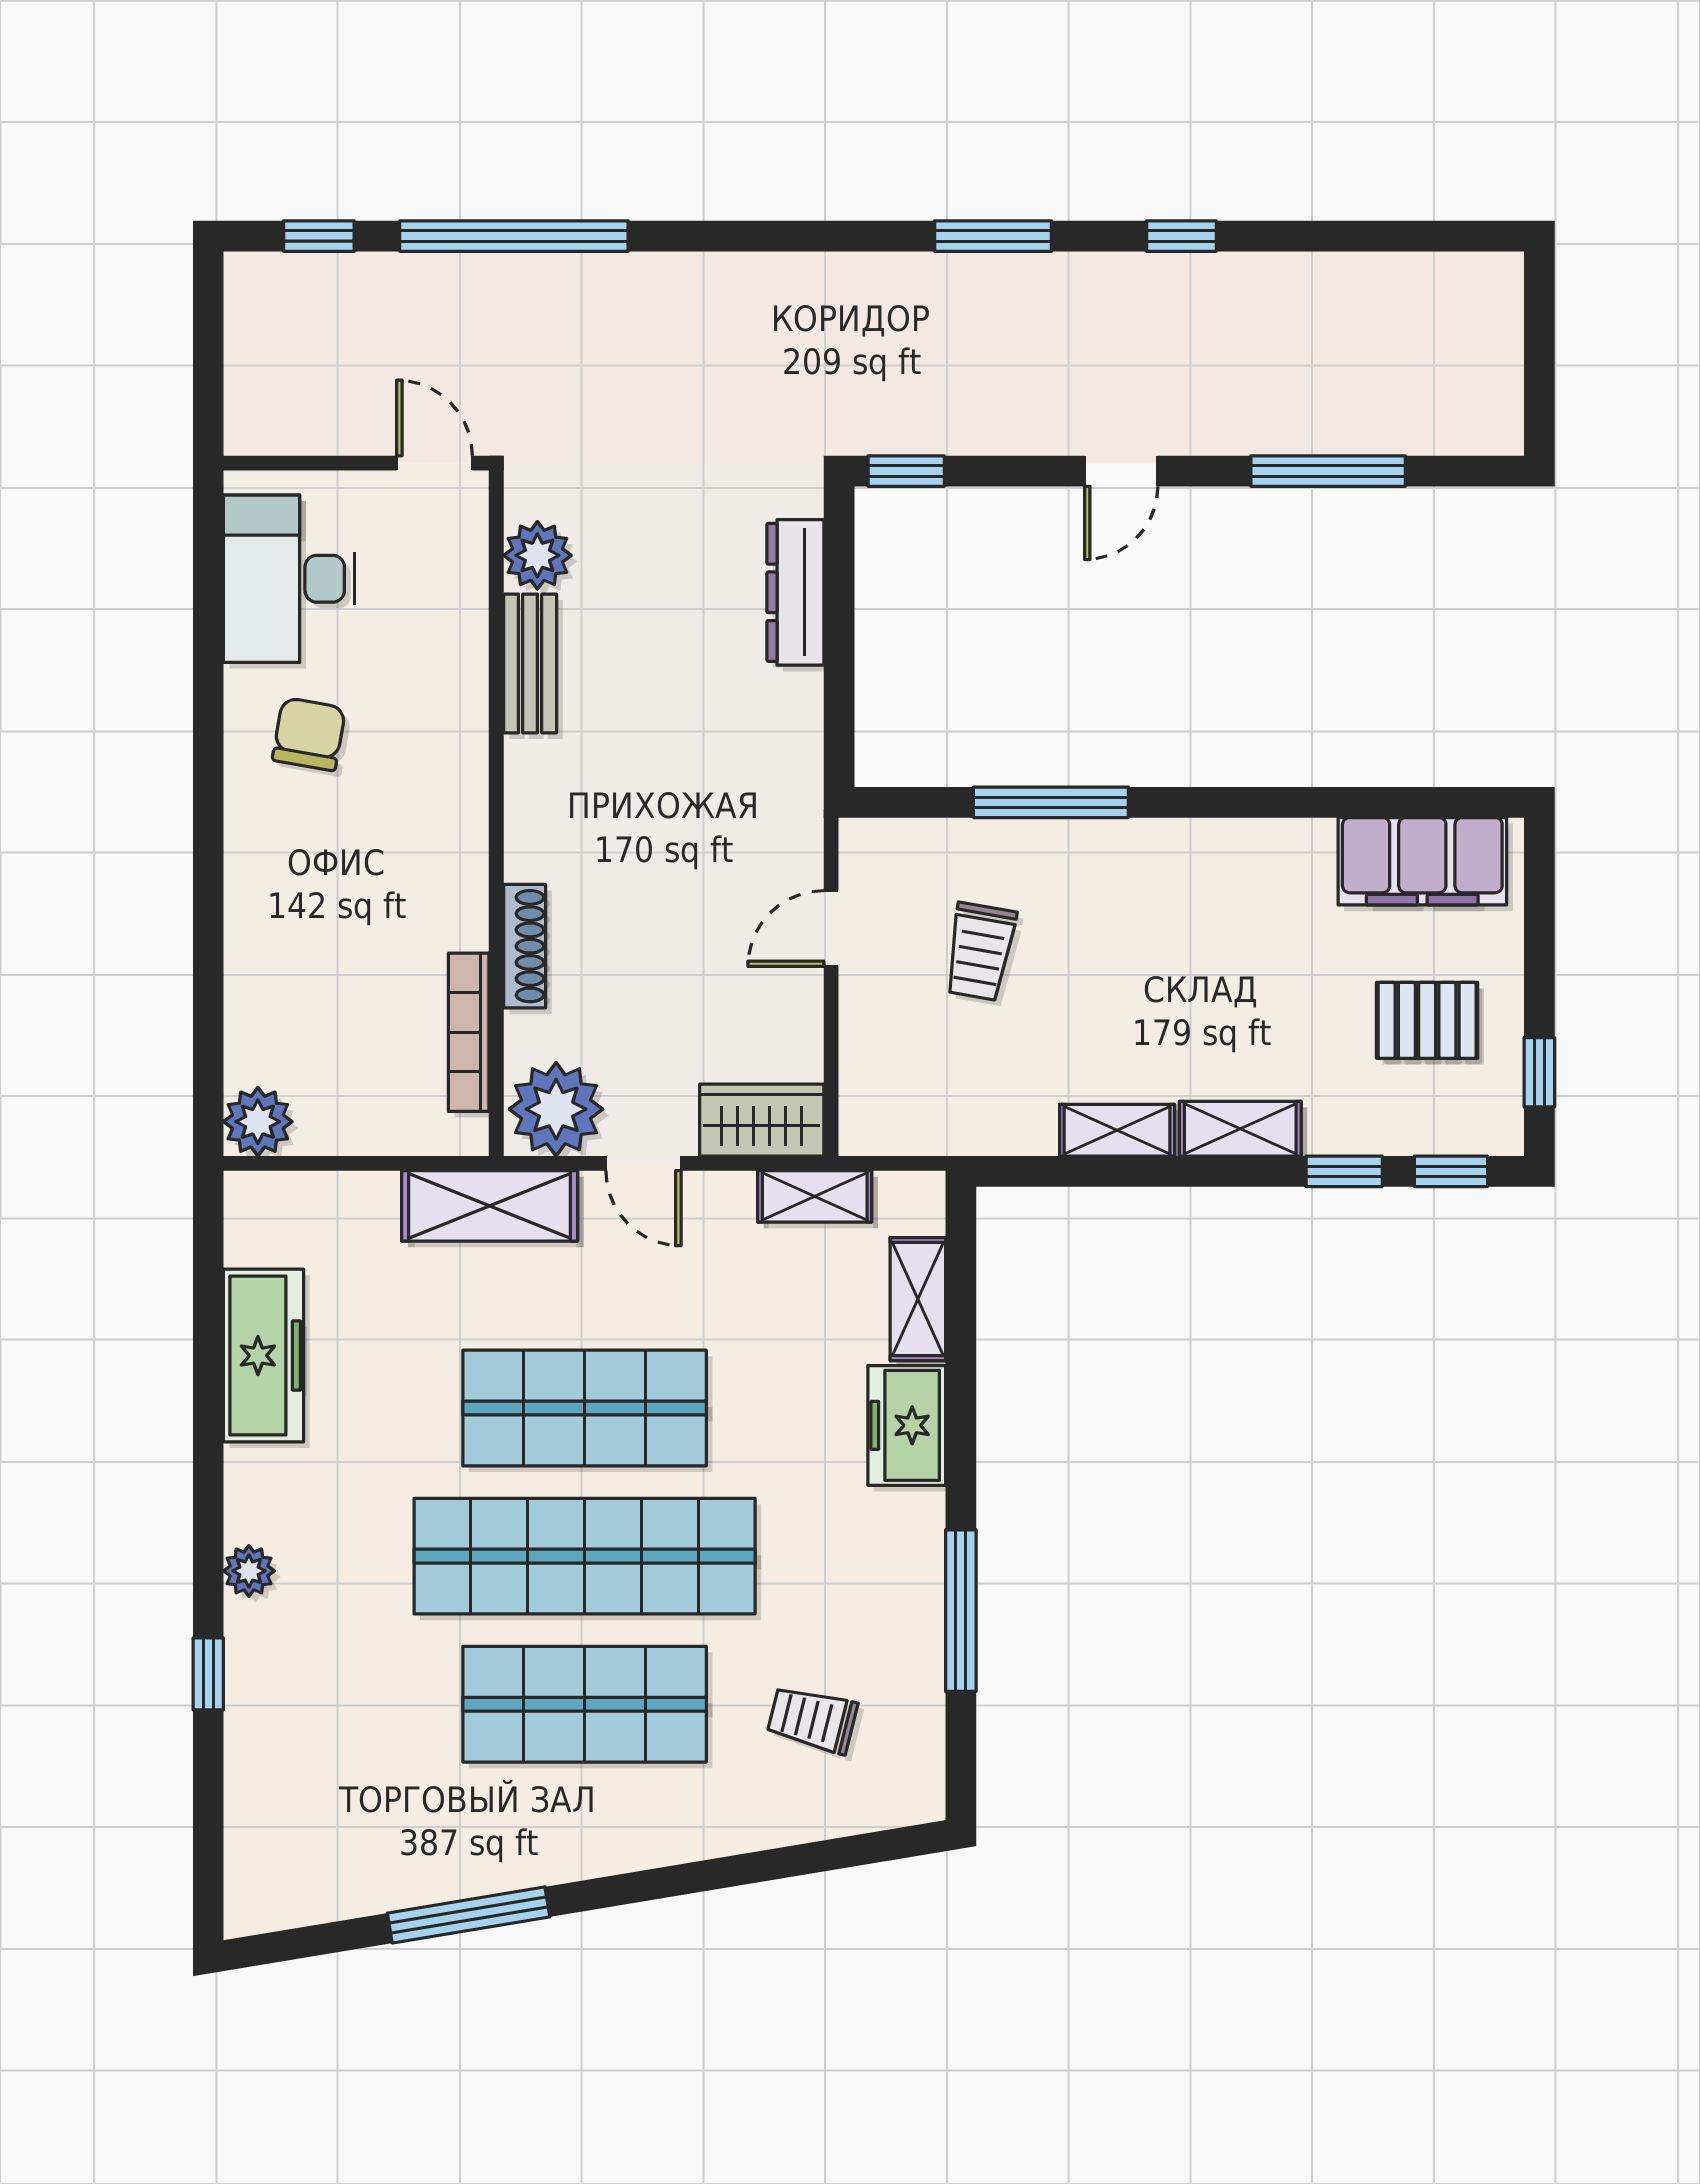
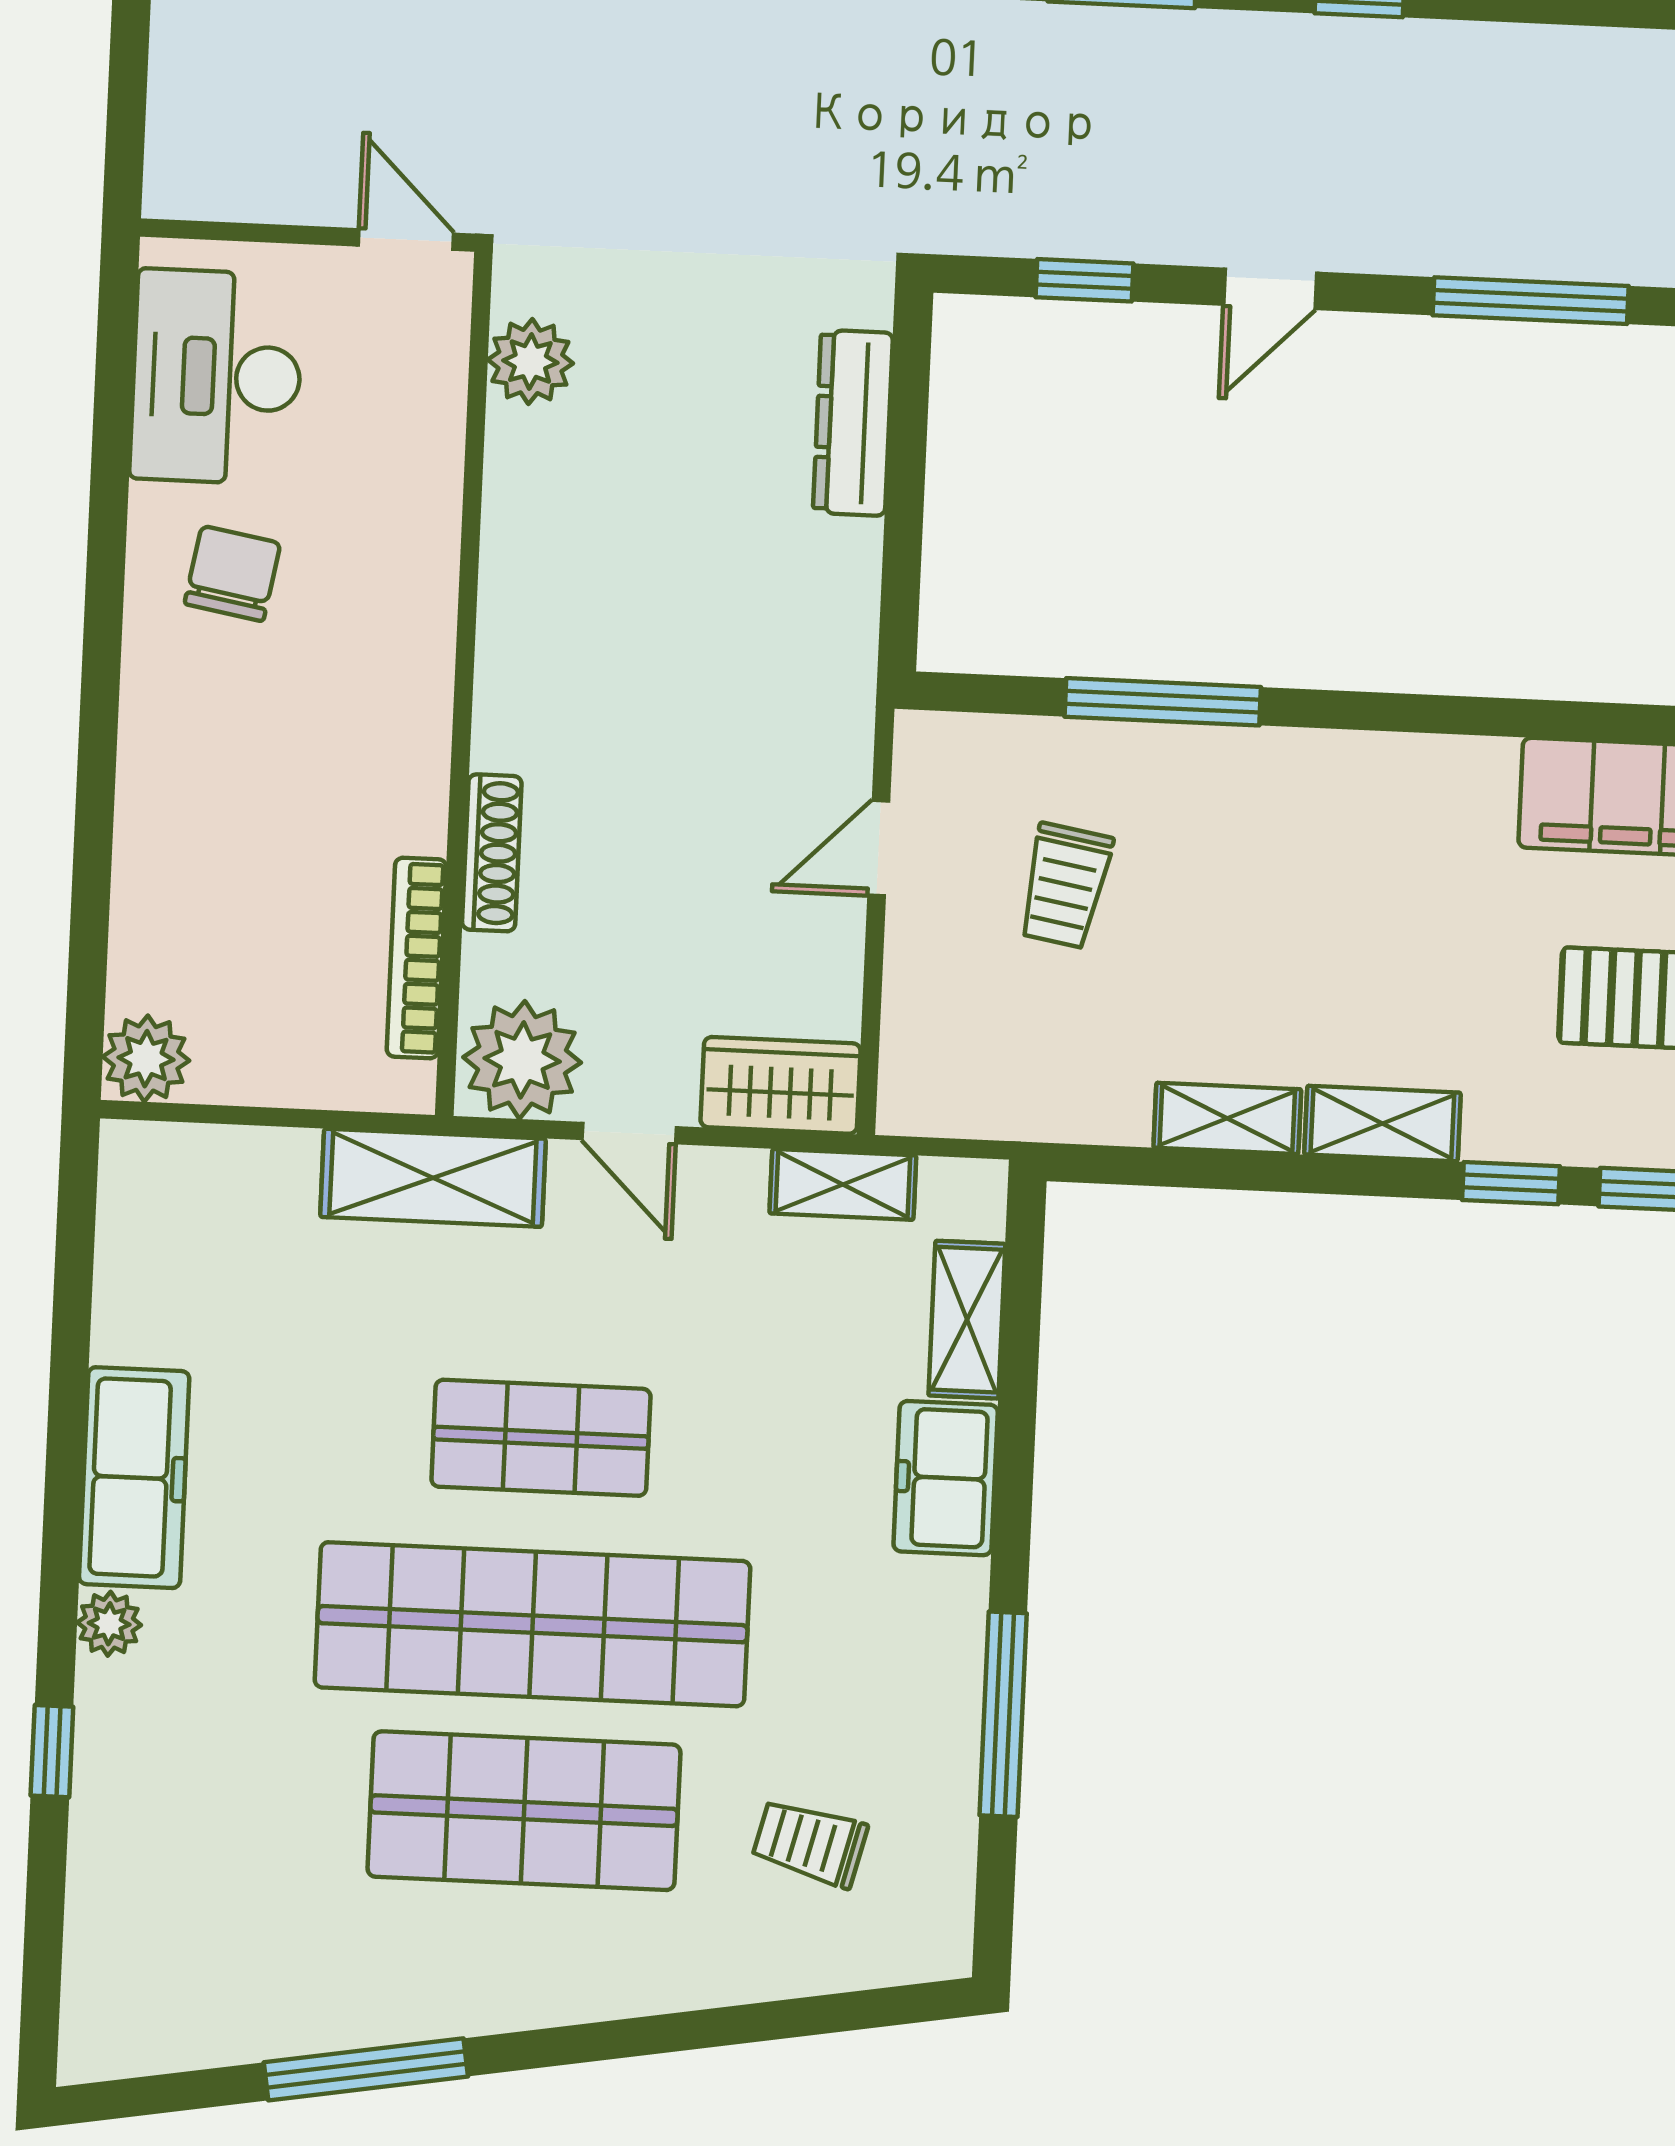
window: (906, 471) -> (1085, 280), moved
bench: (530, 663) -> (515, 497), removed
freezer: (264, 1356) -> (134, 1478), moved
shop shelf: (585, 1408) -> (541, 1438), width x0.70, depth x0.74

